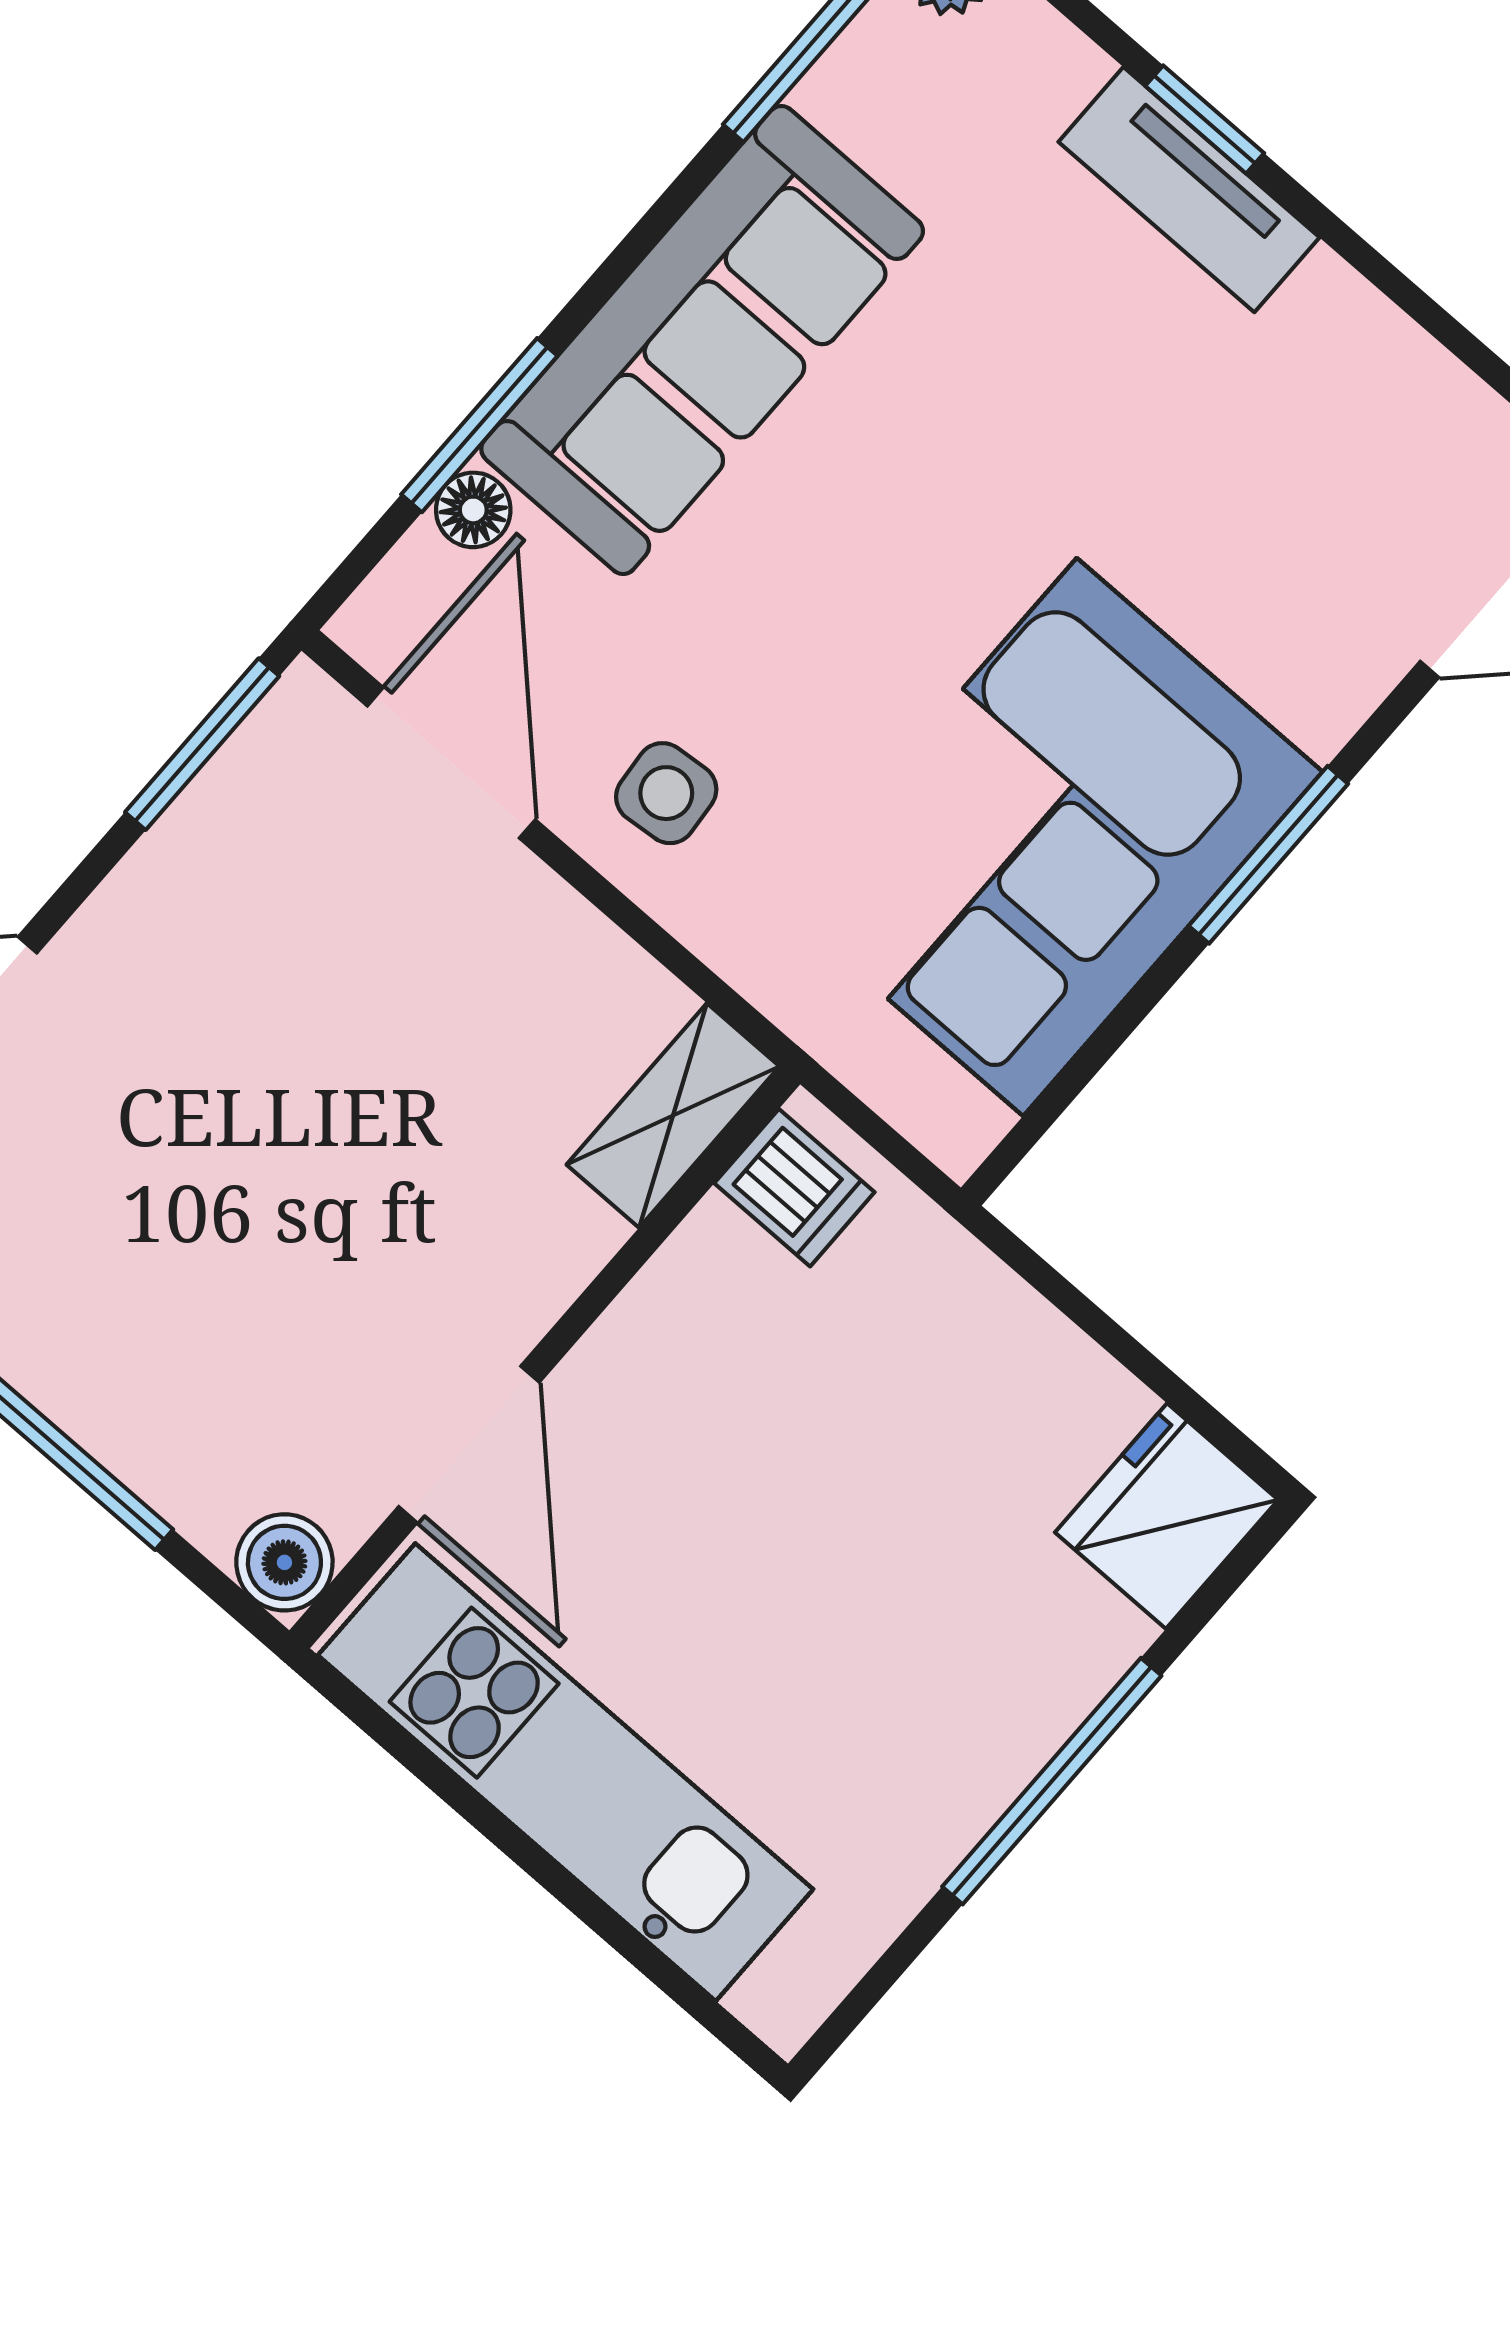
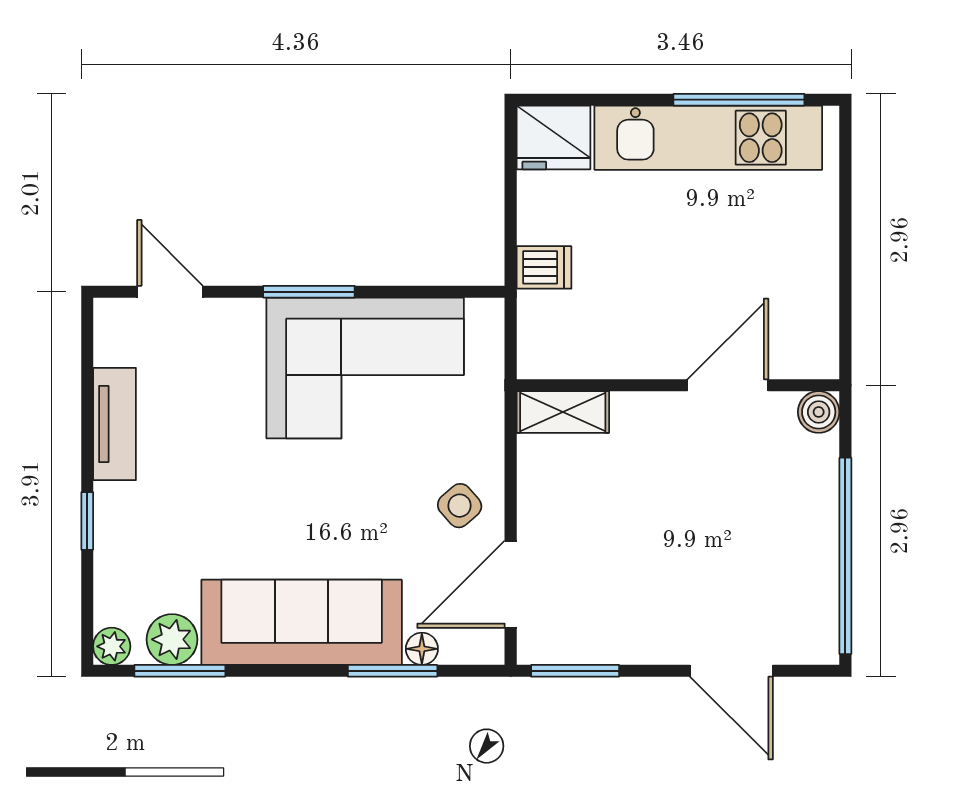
plant: (869, 88) -> (172, 639), added
tv unit: (1189, 190) -> (115, 424), moved
side table: (666, 793) -> (460, 506), turned -36
dishwasher: (794, 1188) -> (544, 267), moved, turned 90
kitchen unit: (566, 1772) -> (708, 138), moved, turned -90
window: (1052, 1781) -> (739, 100), moved

